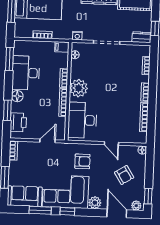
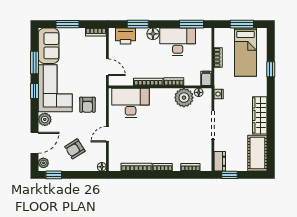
plant: (79, 88) -> (184, 98), moved

